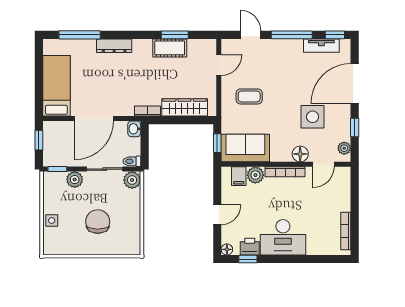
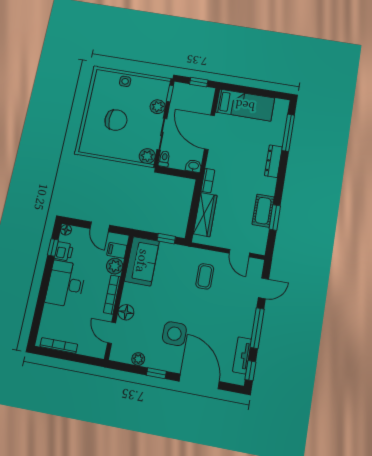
sofa: (245, 148) -> (142, 261), moved
floor lamp: (300, 154) -> (126, 312), moved
wall: (286, 164) -> (119, 297), moved
door: (323, 164) -> (112, 333), moved
bookcase: (285, 172) -> (112, 295), moved
plant: (255, 175) -> (115, 266), moved
filing cabinet: (239, 176) -> (117, 250), moved

